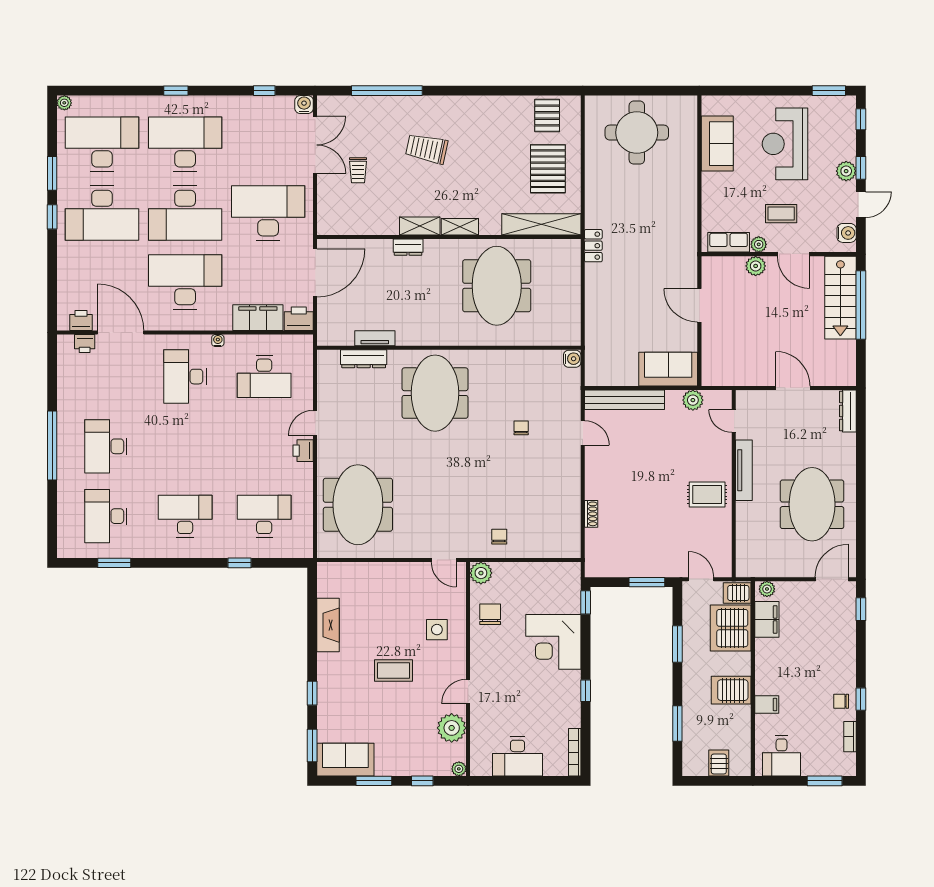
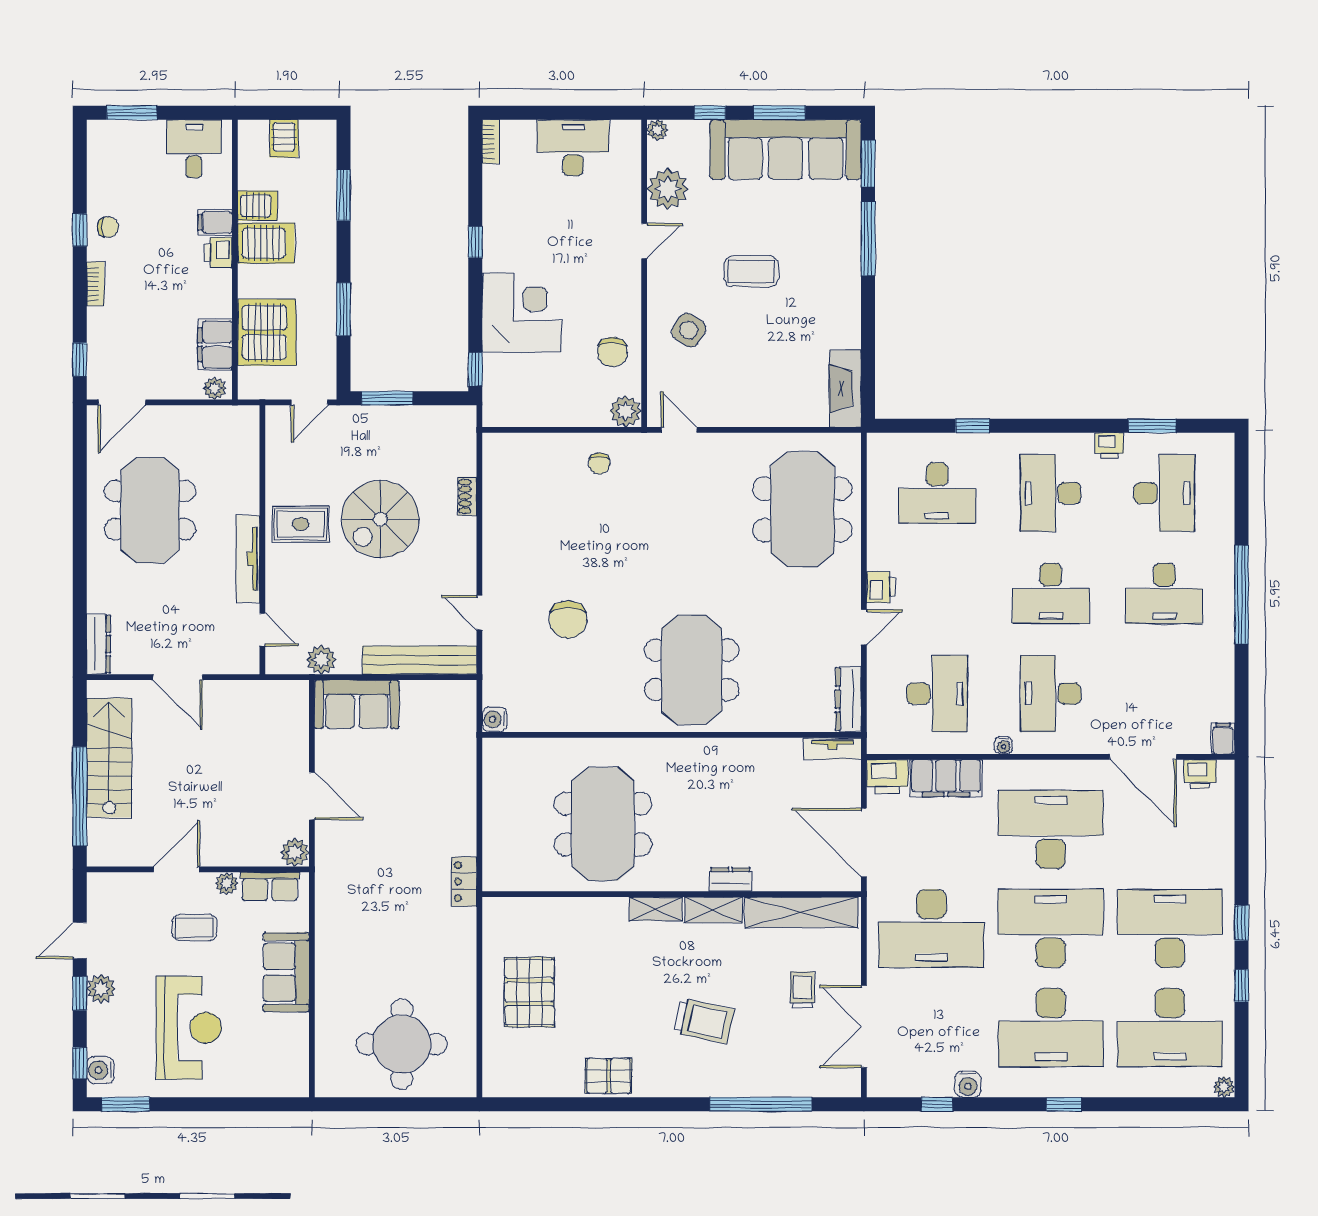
water cooler: (304, 105) -> (968, 1084), moved
pallet: (547, 115) -> (609, 1076), moved, turned 90
sofa: (717, 144) -> (286, 972), moved
window: (52, 173) -> (1242, 985), width x0.67
shelving: (541, 224) -> (801, 912), moved
water cooler: (847, 233) -> (100, 1070), moved
door: (793, 254) -> (177, 869), hinge flipped
plant: (756, 266) -> (295, 852), moved
door: (315, 273) -> (864, 842), hinge flipped
desk: (185, 282) -> (1051, 829), turned 180
stairs: (840, 298) -> (109, 758), moved
tv unit: (375, 338) -> (832, 749), moved
printer: (85, 343) -> (1109, 446), moved, turned 180
filing cabinet: (65, 345) -> (1223, 738), added
dresser: (364, 359) -> (848, 699), moved, turned -90
desk: (185, 377) -> (1051, 694), turned 180
desk: (264, 377) -> (937, 694), turned 90
chair: (521, 428) -> (568, 620), width x1.87, depth x1.87
desk: (106, 446) -> (1164, 593), turned 90
desk: (185, 446) -> (1051, 593), added
spiral stairs: (652, 498) -> (380, 519), added
desk: (185, 516) -> (1051, 493), turned 90
door: (701, 579) -> (310, 402), hinge flipped
server rack: (737, 593) -> (257, 206), moved
fireplace: (328, 625) -> (845, 389), moved
side table: (437, 630) -> (689, 330), turned 33
printer: (764, 683) -> (218, 253), added
window: (312, 693) -> (868, 239), width x2.17
bookcase: (850, 737) -> (95, 284), moved
bookcase: (575, 752) -> (491, 142), width x0.64
sofa: (345, 760) -> (786, 150), width x1.85, depth x1.27

